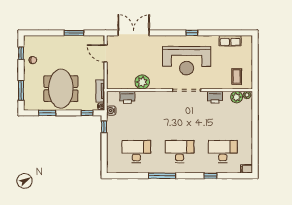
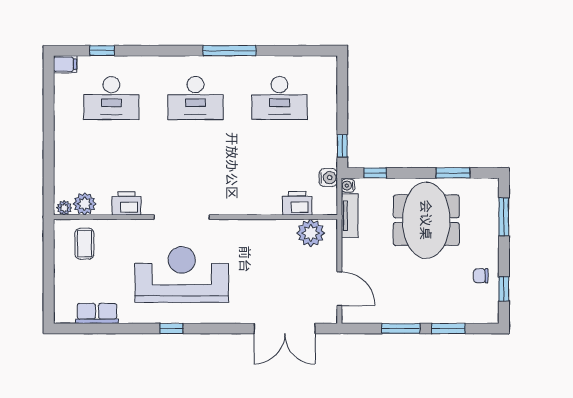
window: (50, 33) -> (448, 329), added
plant: (142, 82) -> (311, 233), moved
window: (210, 176) -> (102, 51), moved

